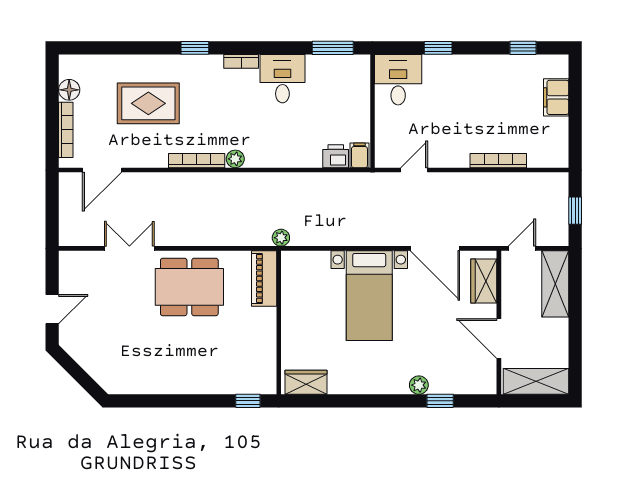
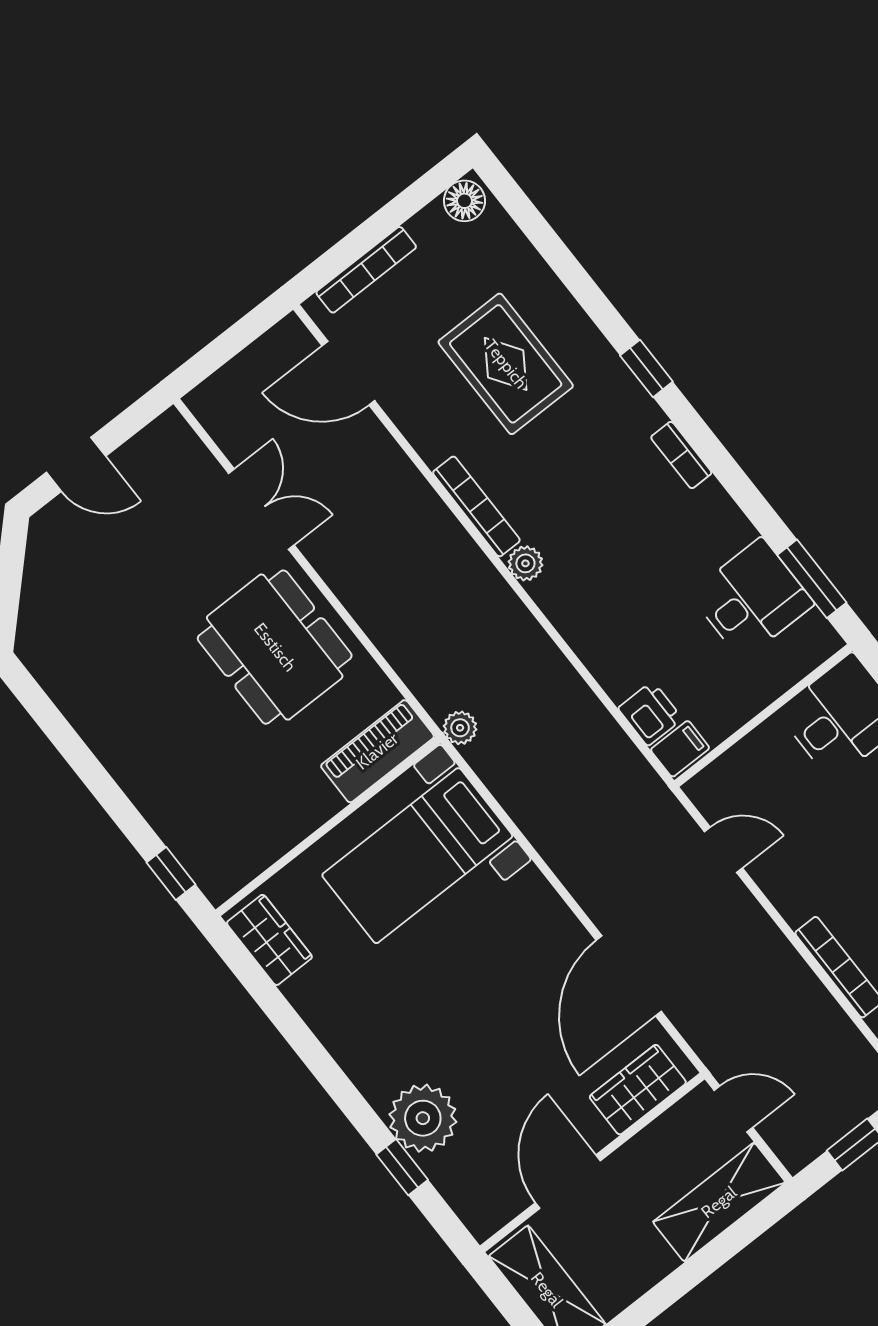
desk: (282, 79) -> (752, 599), moved
floor lamp: (69, 90) -> (464, 201), moved
bed with nightstands: (369, 296) -> (417, 856), moved
plant: (419, 385) -> (423, 1118), width x1.88, depth x1.88

